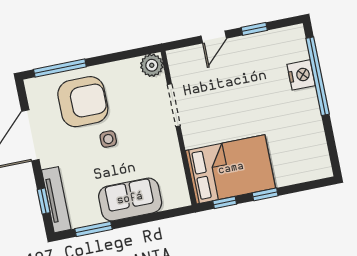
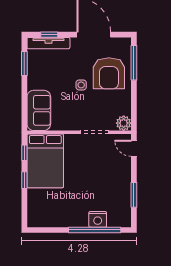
window: (254, 29) -> (134, 195), width x1.50
door: (214, 37) -> (134, 148), moved
sofa: (130, 199) -> (39, 110), moved

